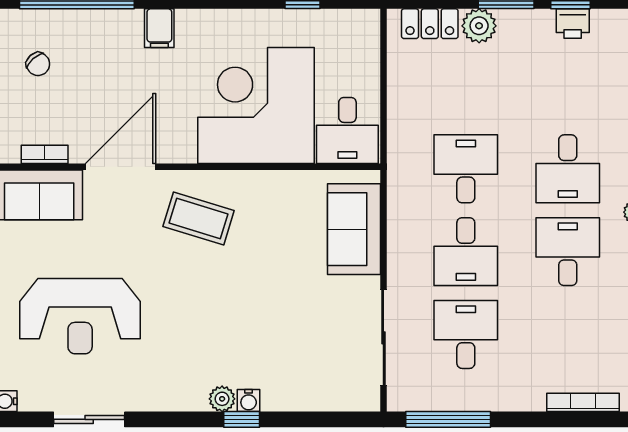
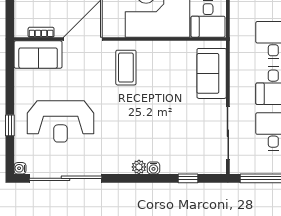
coffee table: (199, 219) -> (126, 68), turned 73
sliding door: (89, 419) -> (66, 178), width x1.86
window: (242, 419) -> (188, 178), moved

